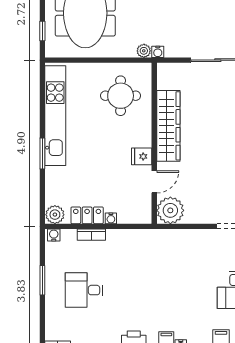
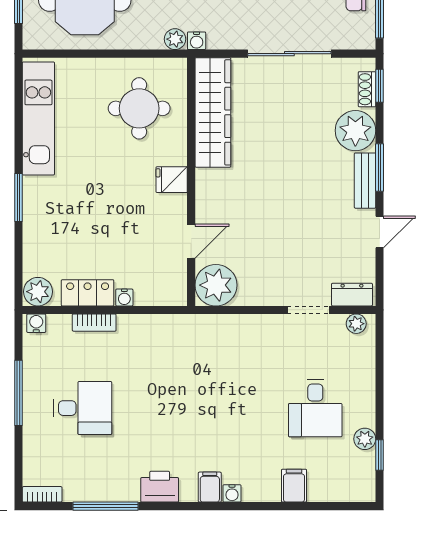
kitchen unit: (55, 116) -> (38, 118), width x0.73
wardrobe: (168, 126) -> (213, 112), moved
fridge: (142, 156) -> (172, 180), moved
window: (42, 280) -> (19, 393), width x1.44
desk: (84, 290) -> (83, 408), turned 180

